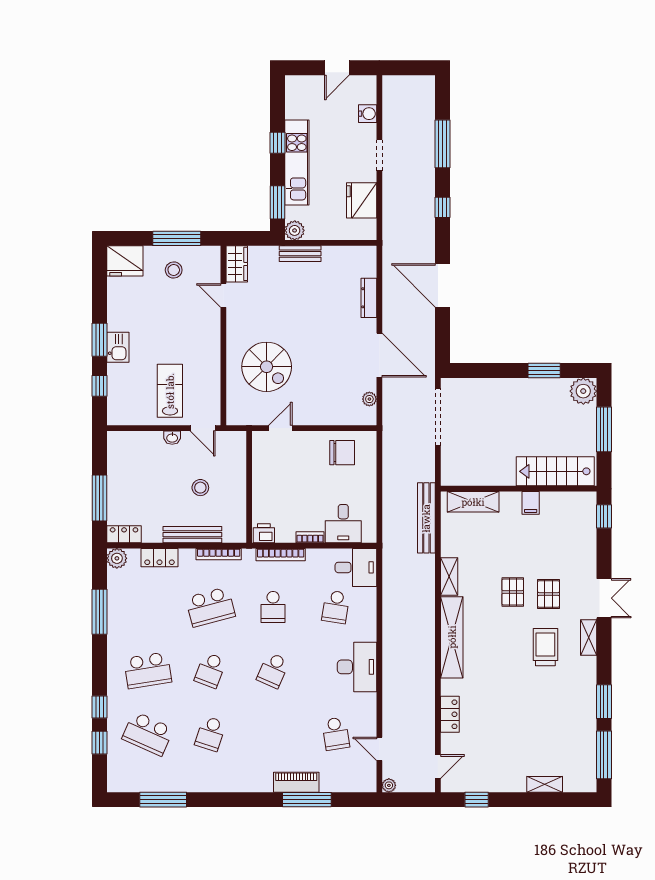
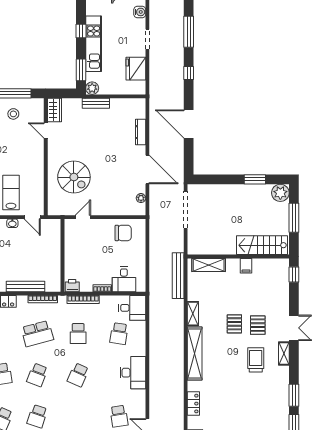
stool: (200, 488) -> (31, 256), removed

